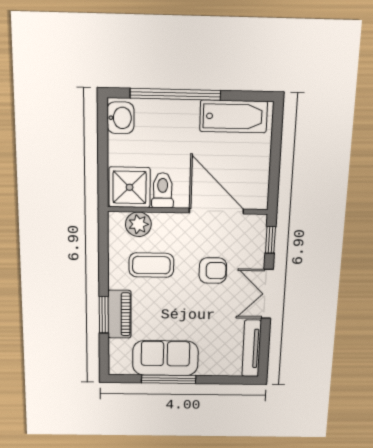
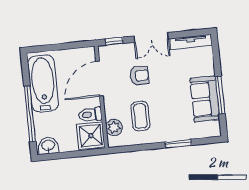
bathtub: (234, 116) -> (43, 84), width x1.36, depth x1.36
armchair: (213, 271) -> (139, 76), turned 90
piano: (119, 314) -> (177, 133), removed

